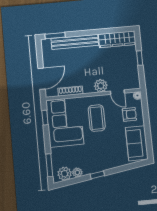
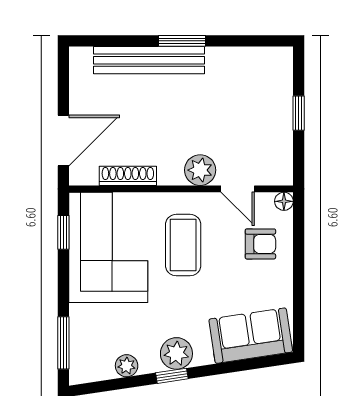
window: (55, 36) -> (182, 41), moved
wardrobe: (117, 39) -> (250, 63), removed
sofa: (137, 143) -> (251, 336), moved, turned 81
plant: (65, 174) -> (176, 353), moved

